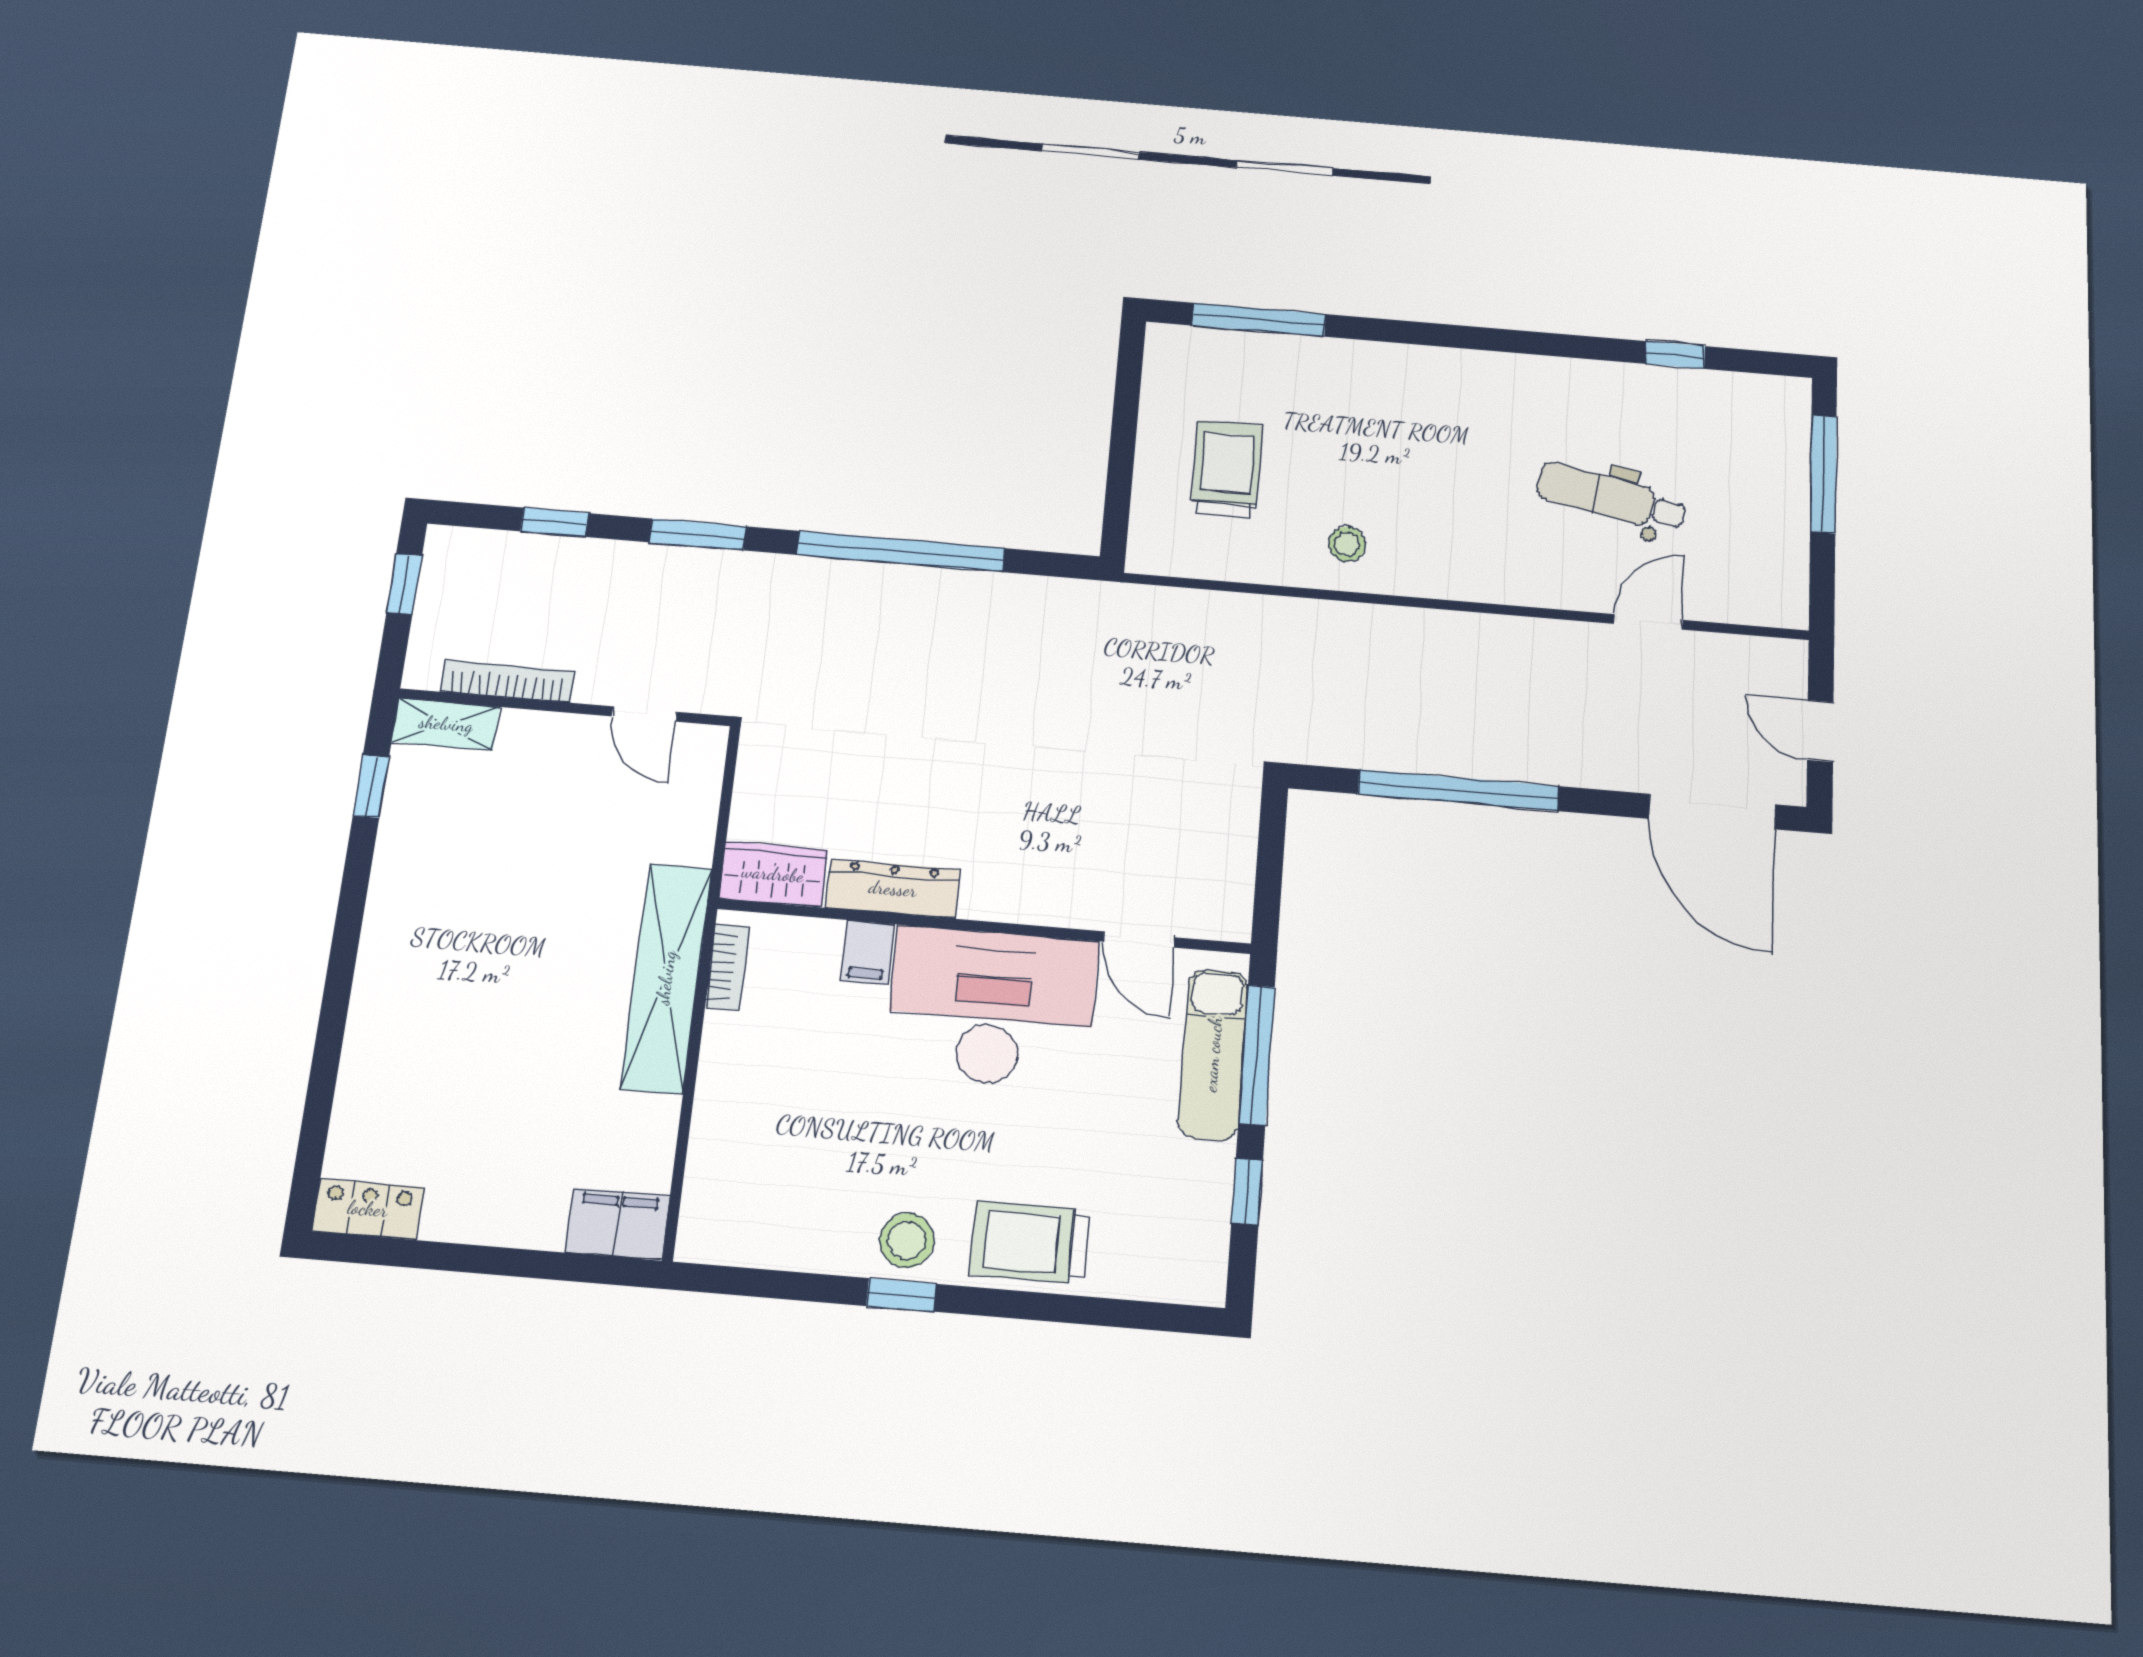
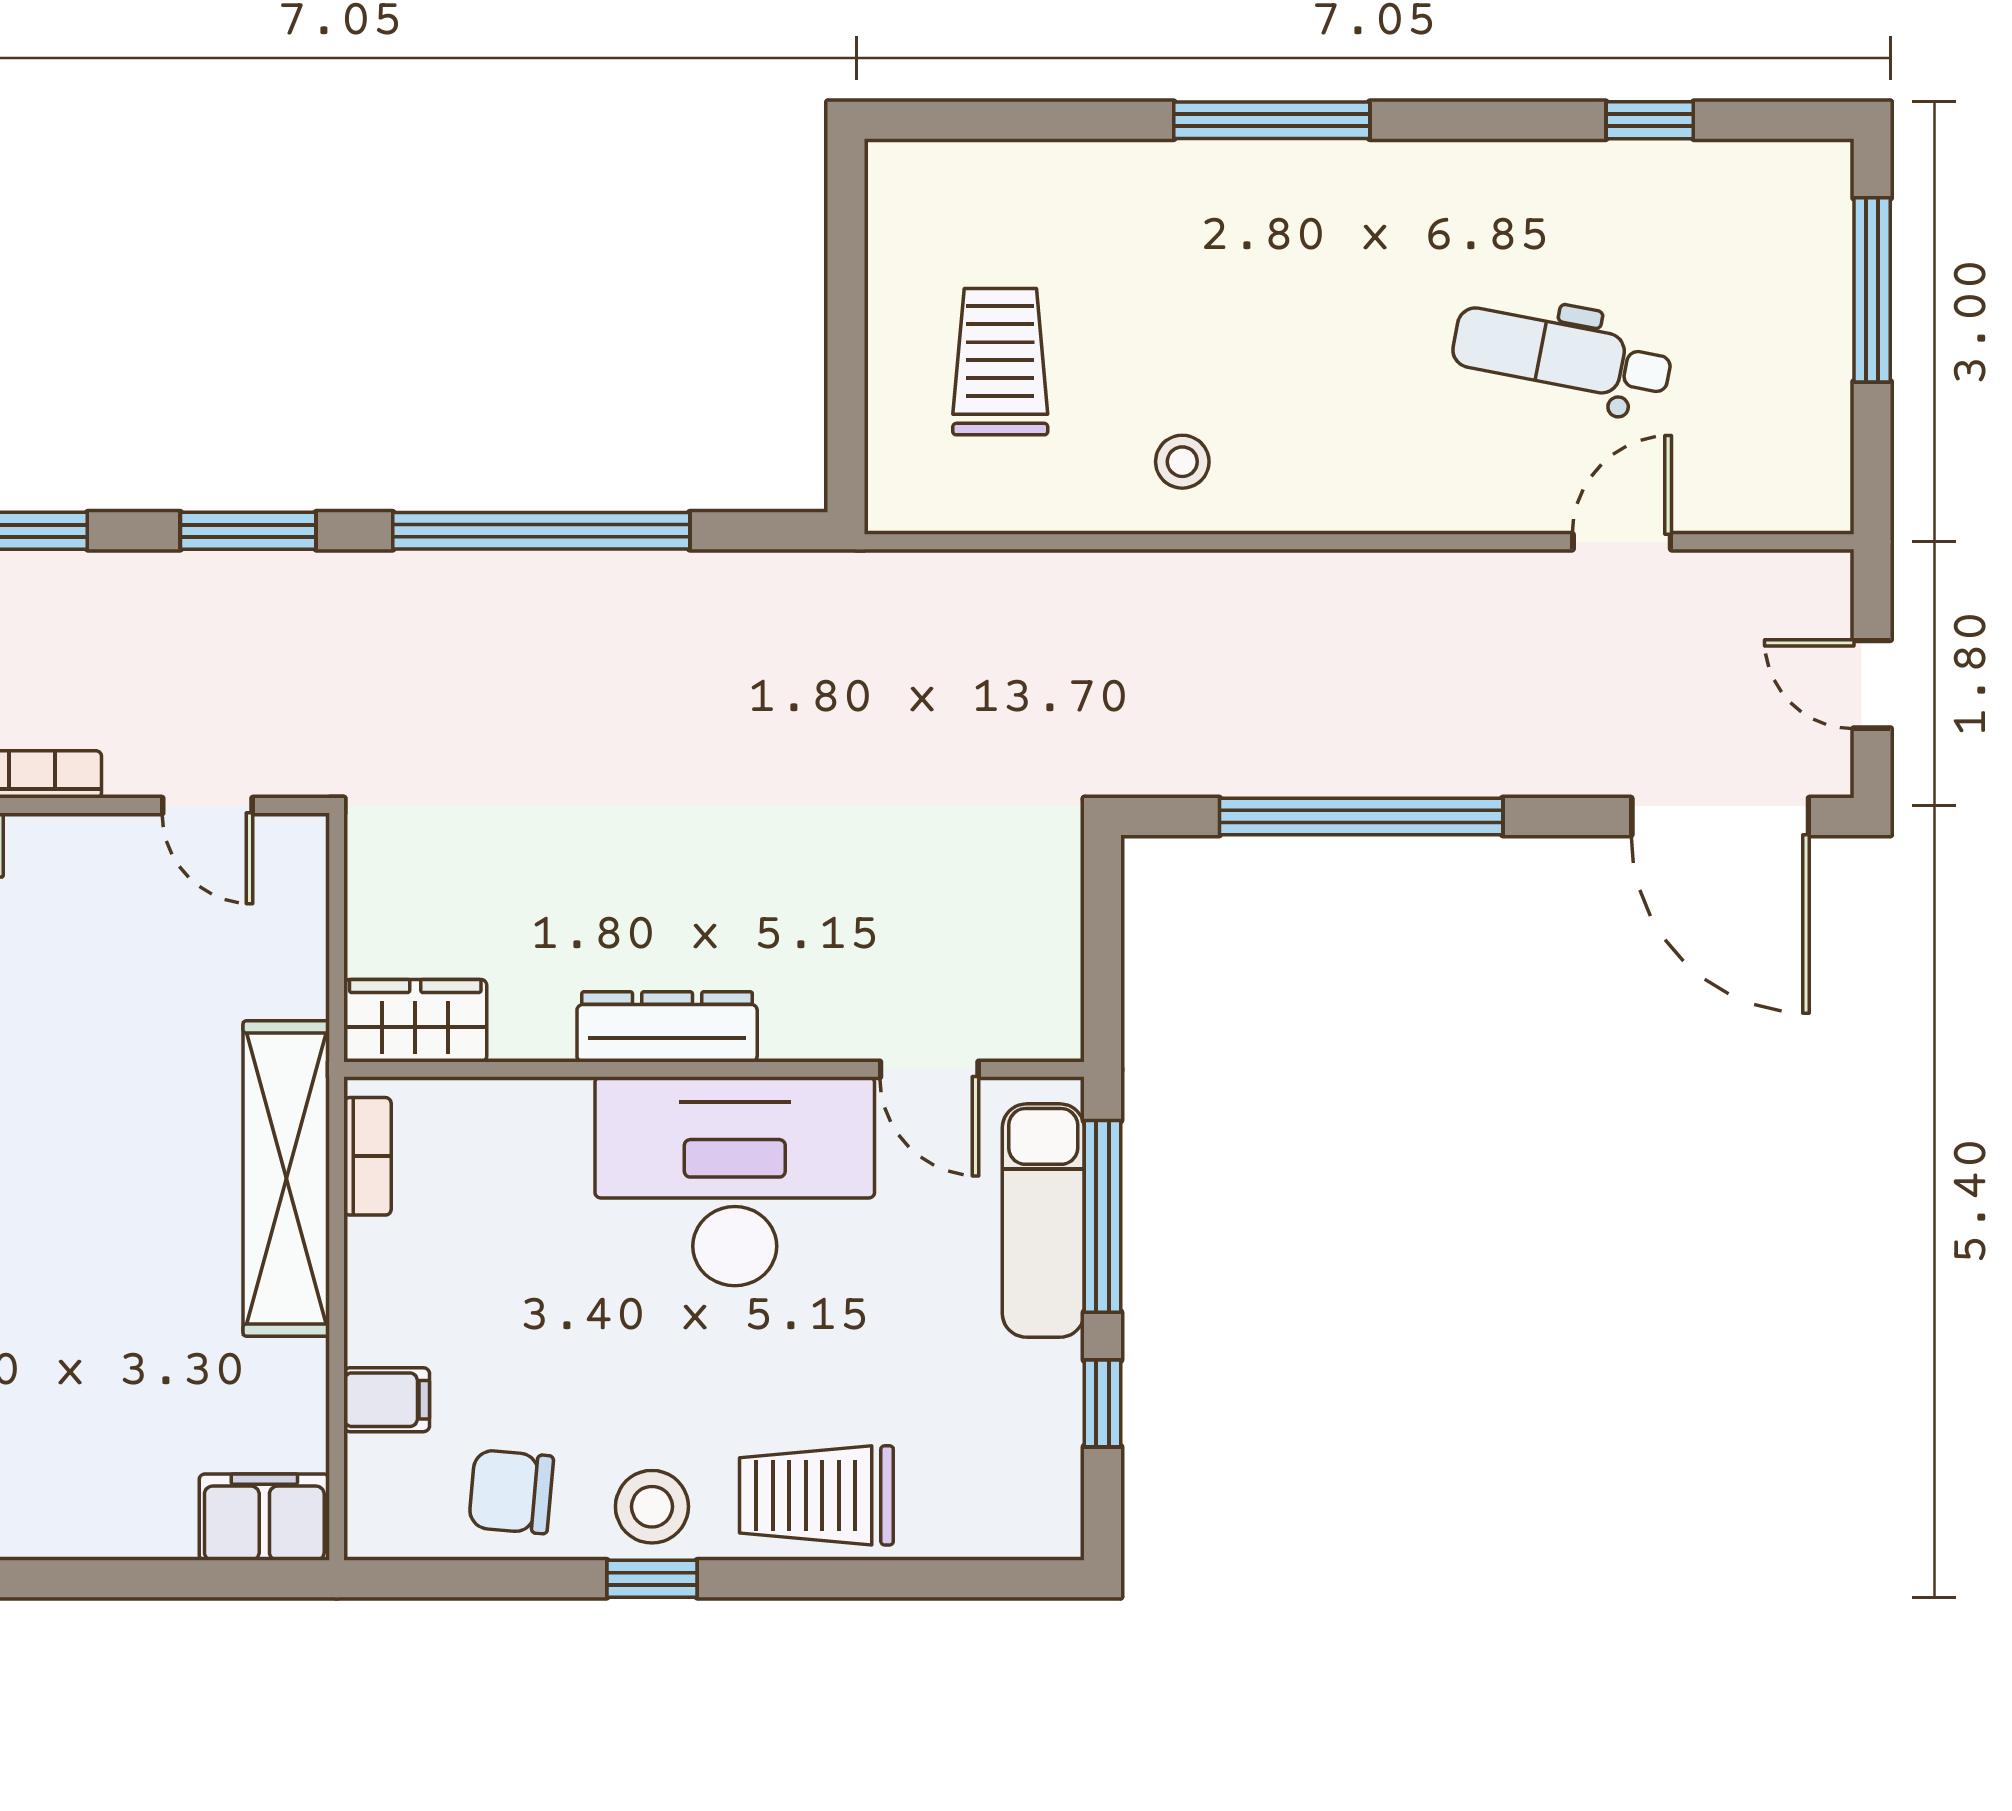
window: (1259, 320) -> (1272, 120), moved
dresser: (893, 889) -> (667, 1027), moved
filing cabinet: (868, 952) -> (387, 1400), moved, turned -90
chair: (803, 1220) -> (511, 1492), added

